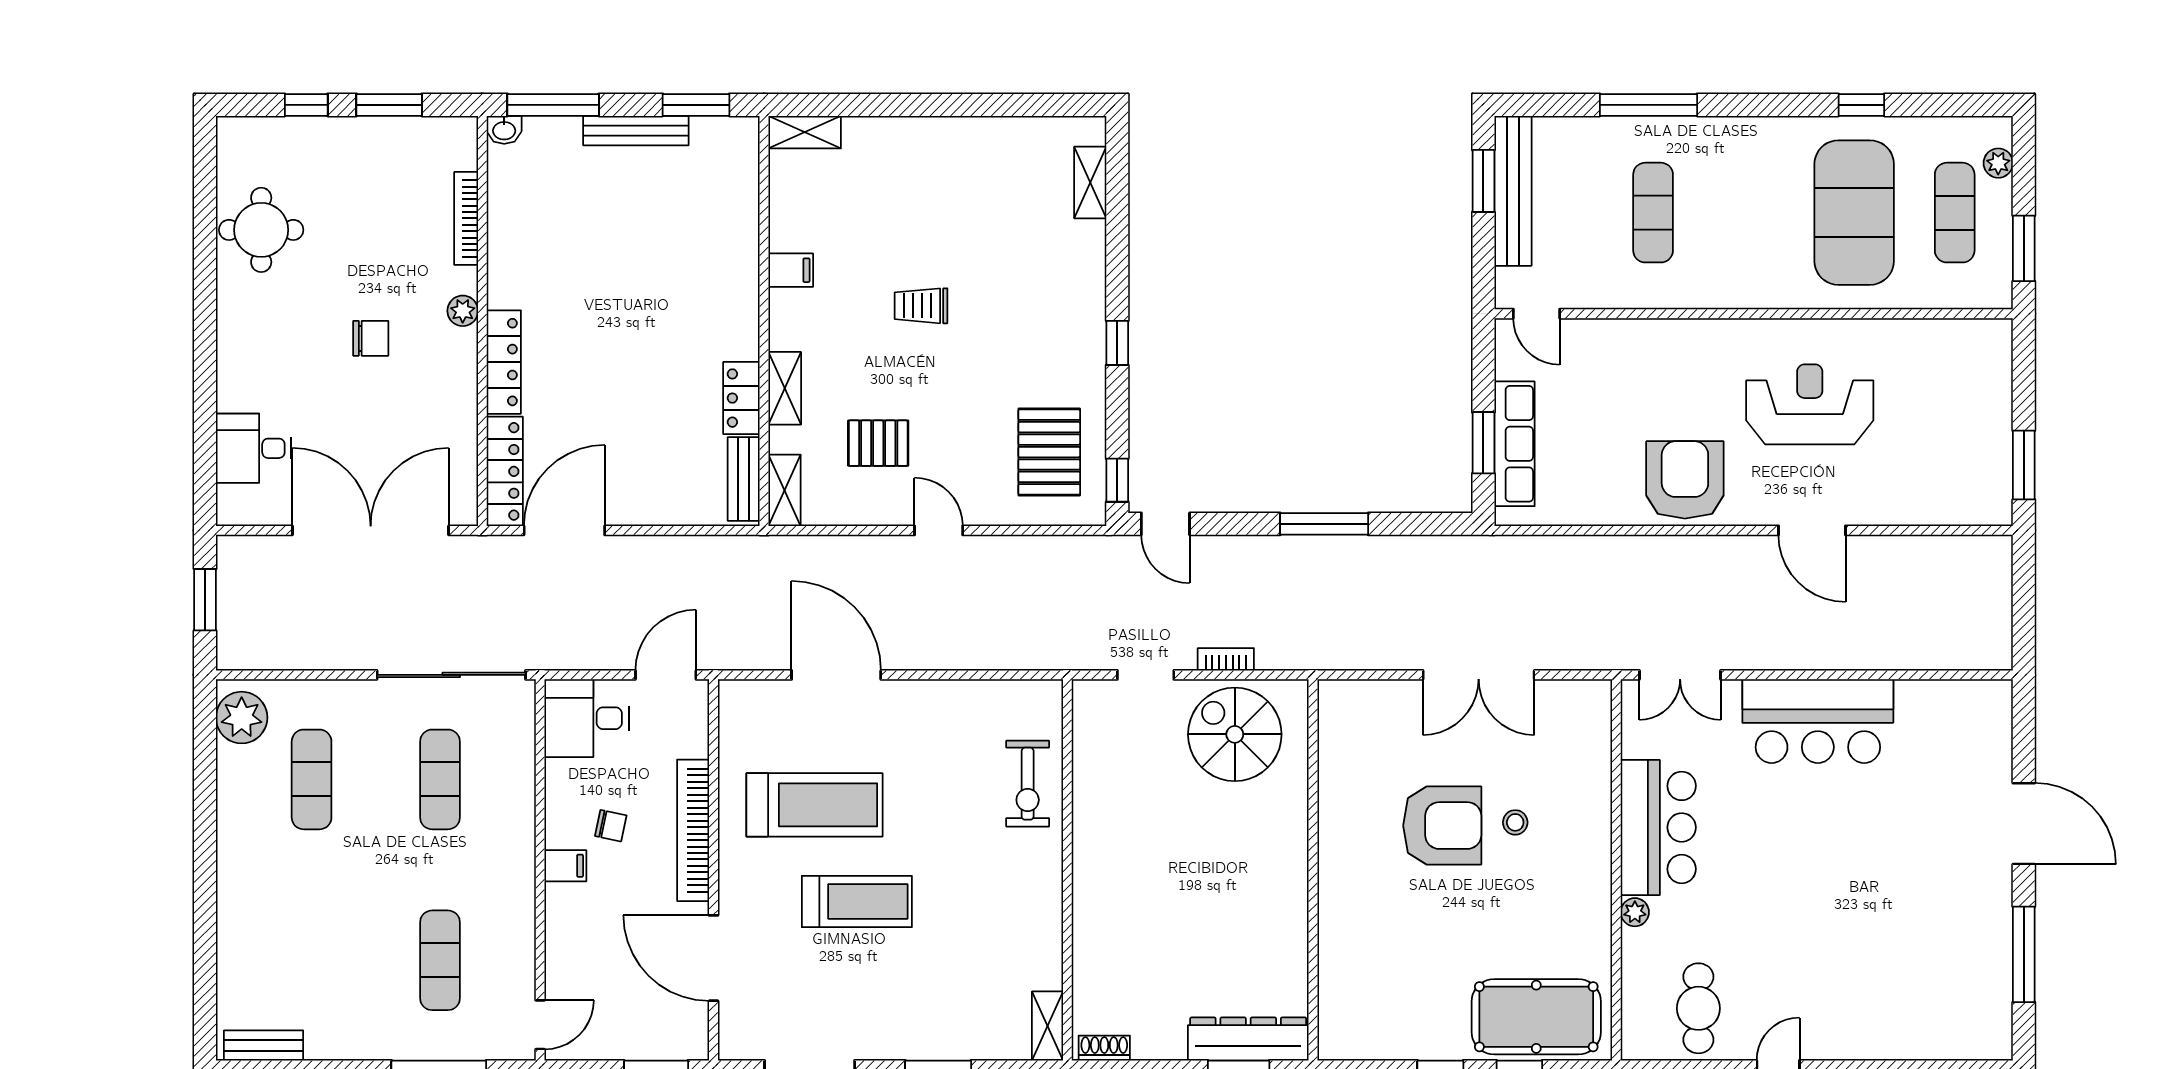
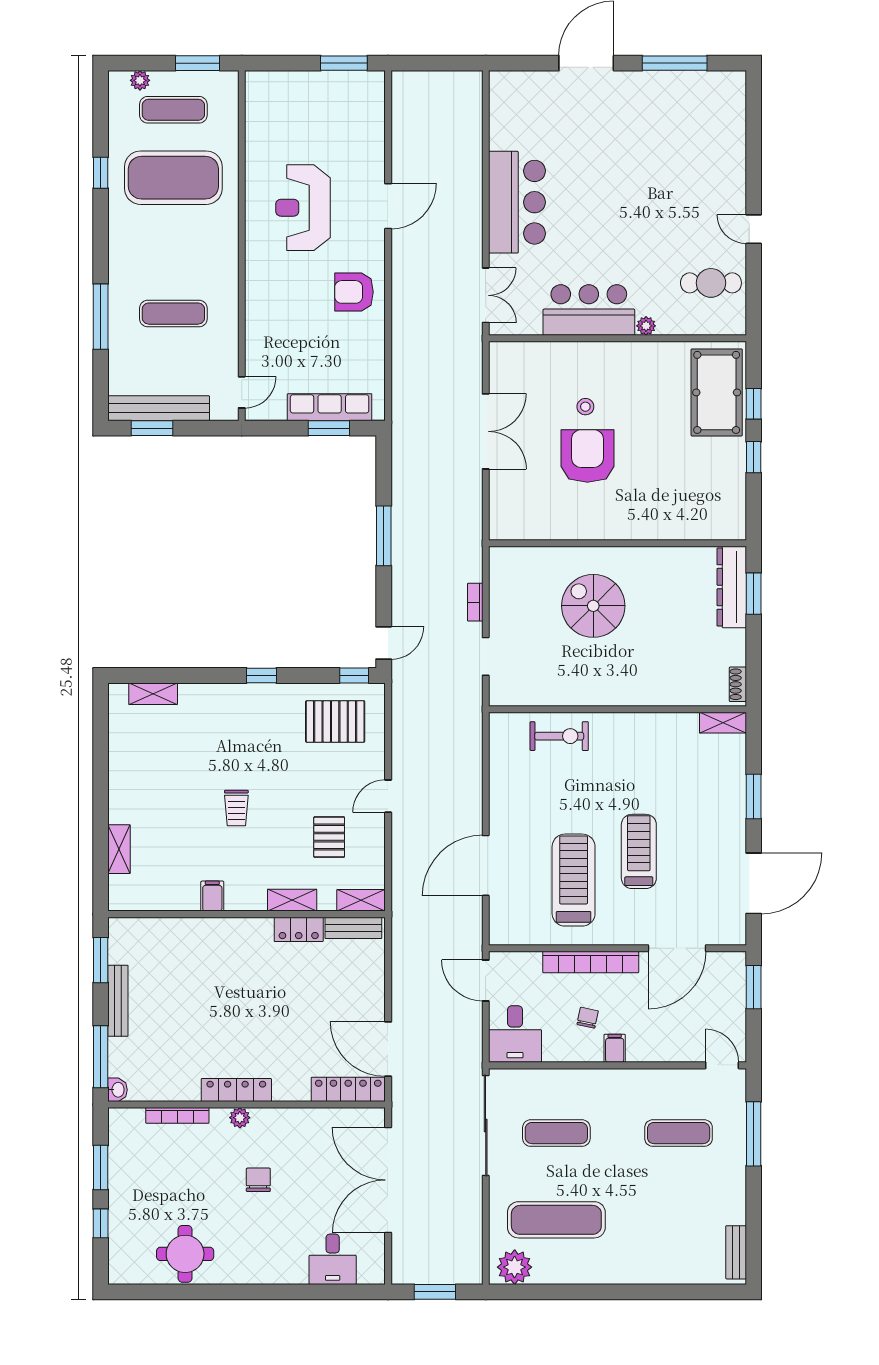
shelving: (805, 132) -> (119, 849), moved
locker: (504, 362) -> (236, 1090), moved
armchair: (1685, 480) -> (354, 292), width x0.73, depth x0.73
spiral stairs: (1235, 734) -> (593, 606), moved, turned 90
exercise mat: (312, 779) -> (556, 1220), width x1.36, depth x1.45

